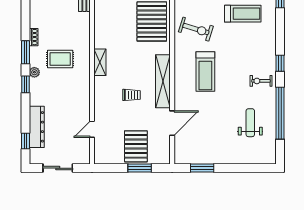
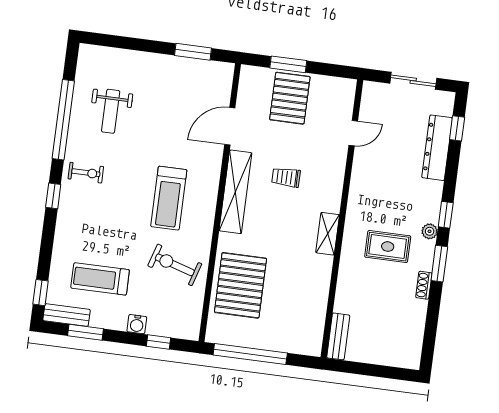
treadmill: (205, 72) -> (169, 198), turned 180

